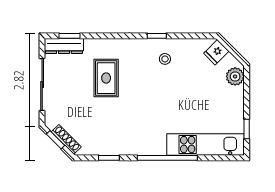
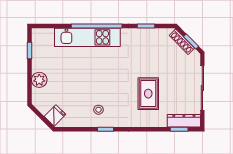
plant: (235, 76) -> (39, 80), moved
kitchen unit: (205, 145) -> (87, 37), moved

